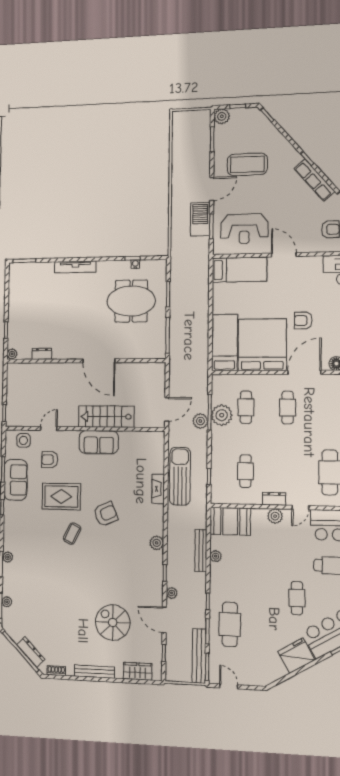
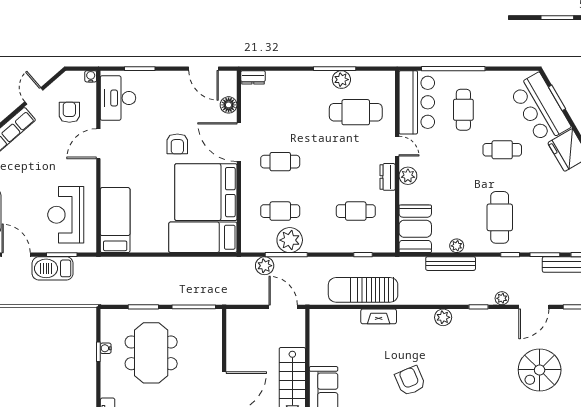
reception desk: (244, 229) -> (66, 215), turned 180
door: (284, 255) -> (98, 144), moved
plant: (200, 421) -> (265, 266), moved
cafe table: (230, 624) -> (500, 217), moved, turned 90

